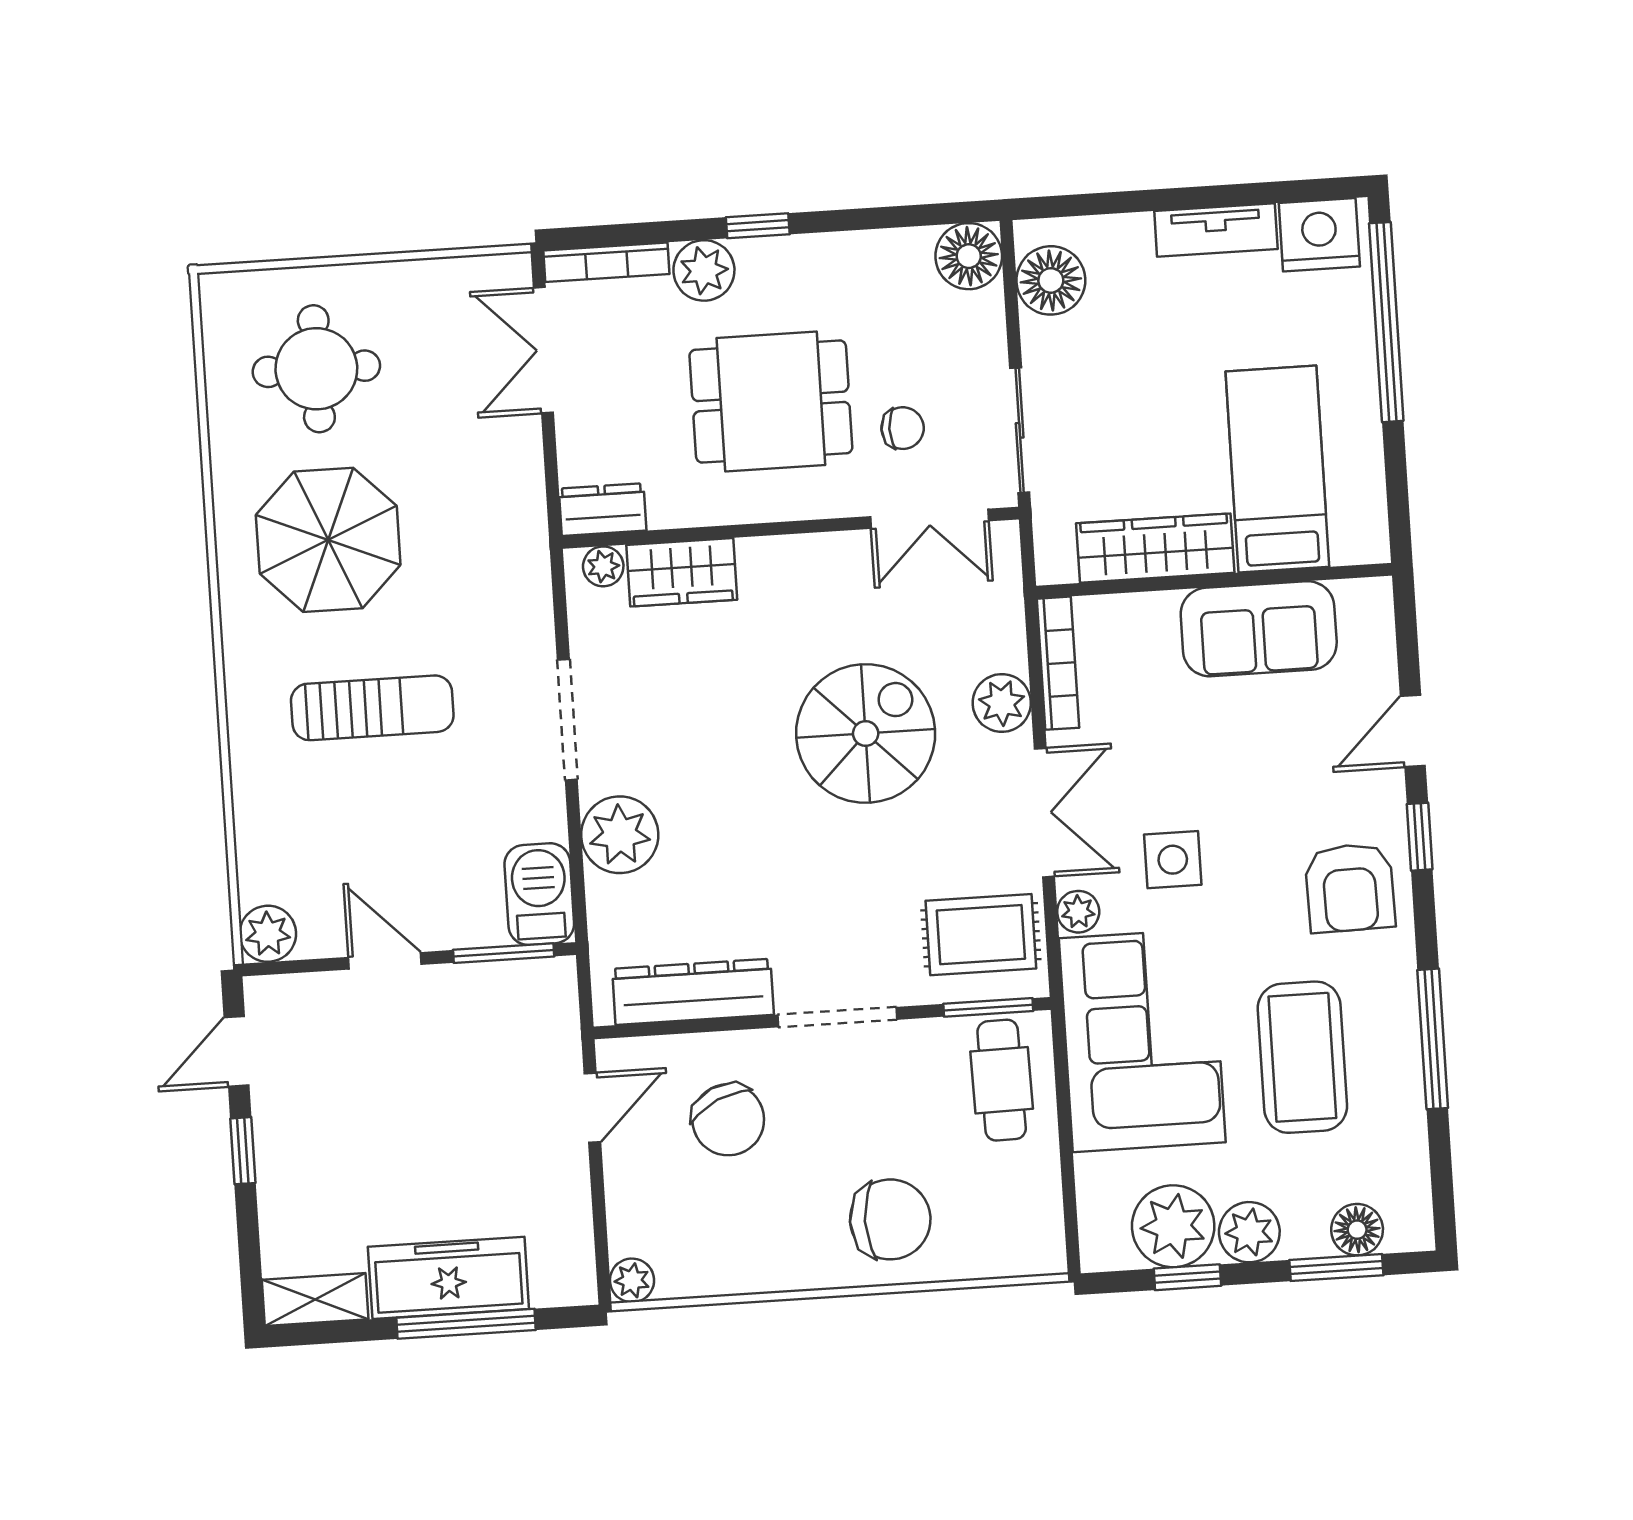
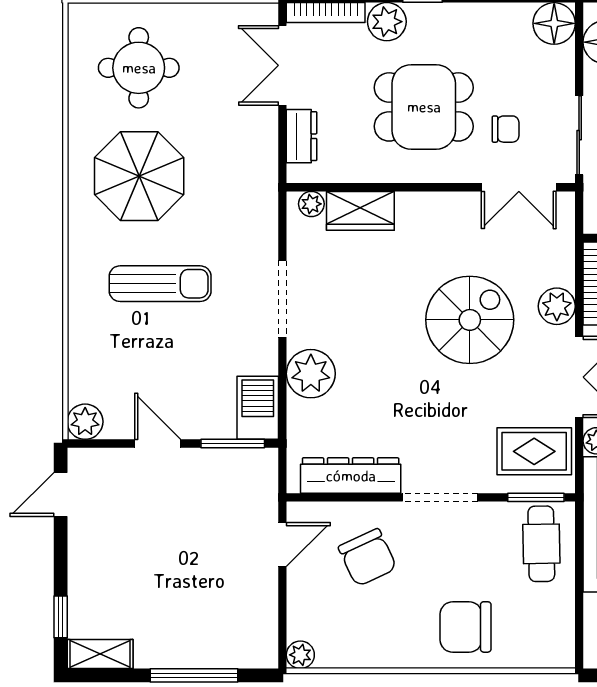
dresser: (603, 510) -> (302, 136), moved, turned 90
window: (243, 1151) -> (61, 617), moved
chair: (890, 1219) -> (465, 627), turned 180
freezer: (448, 1278) -> (185, 646), removed

